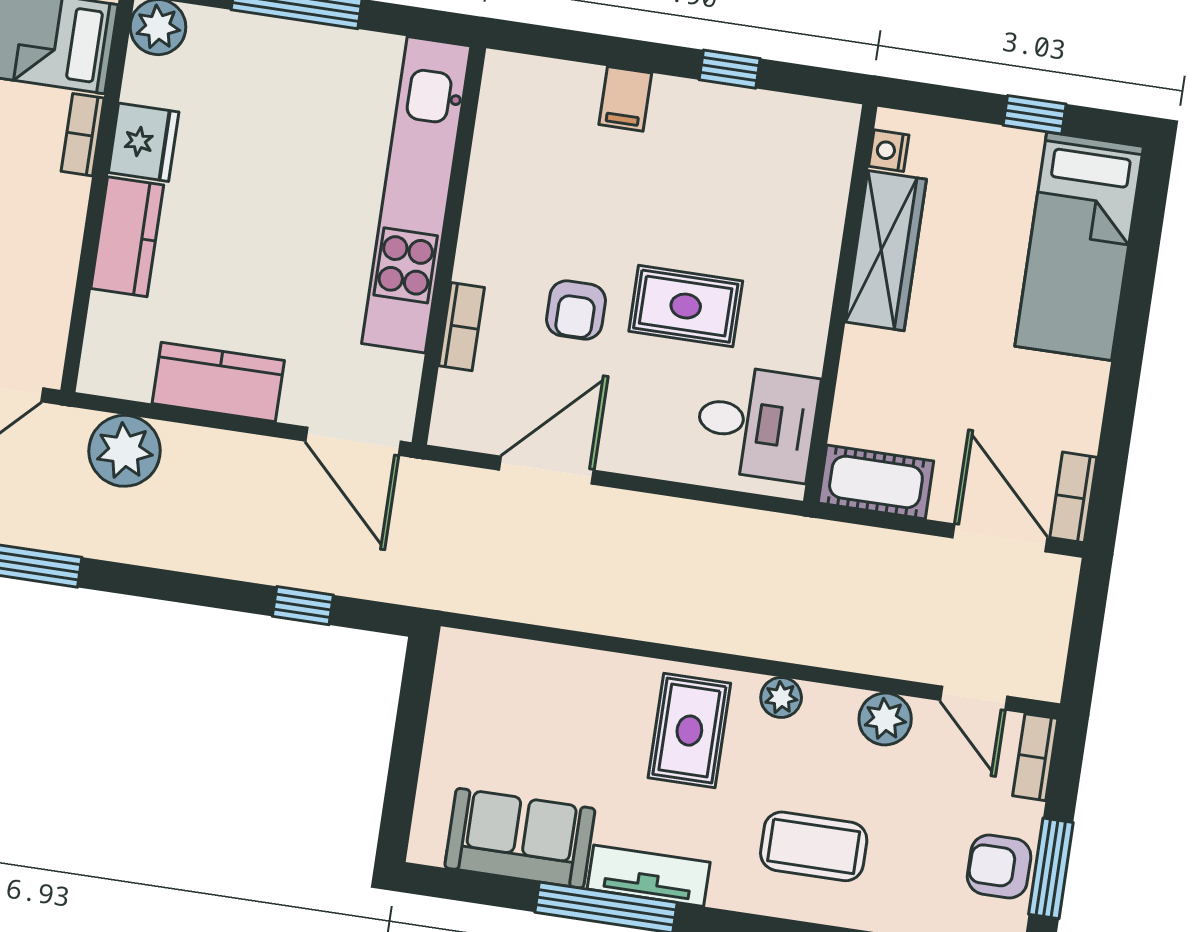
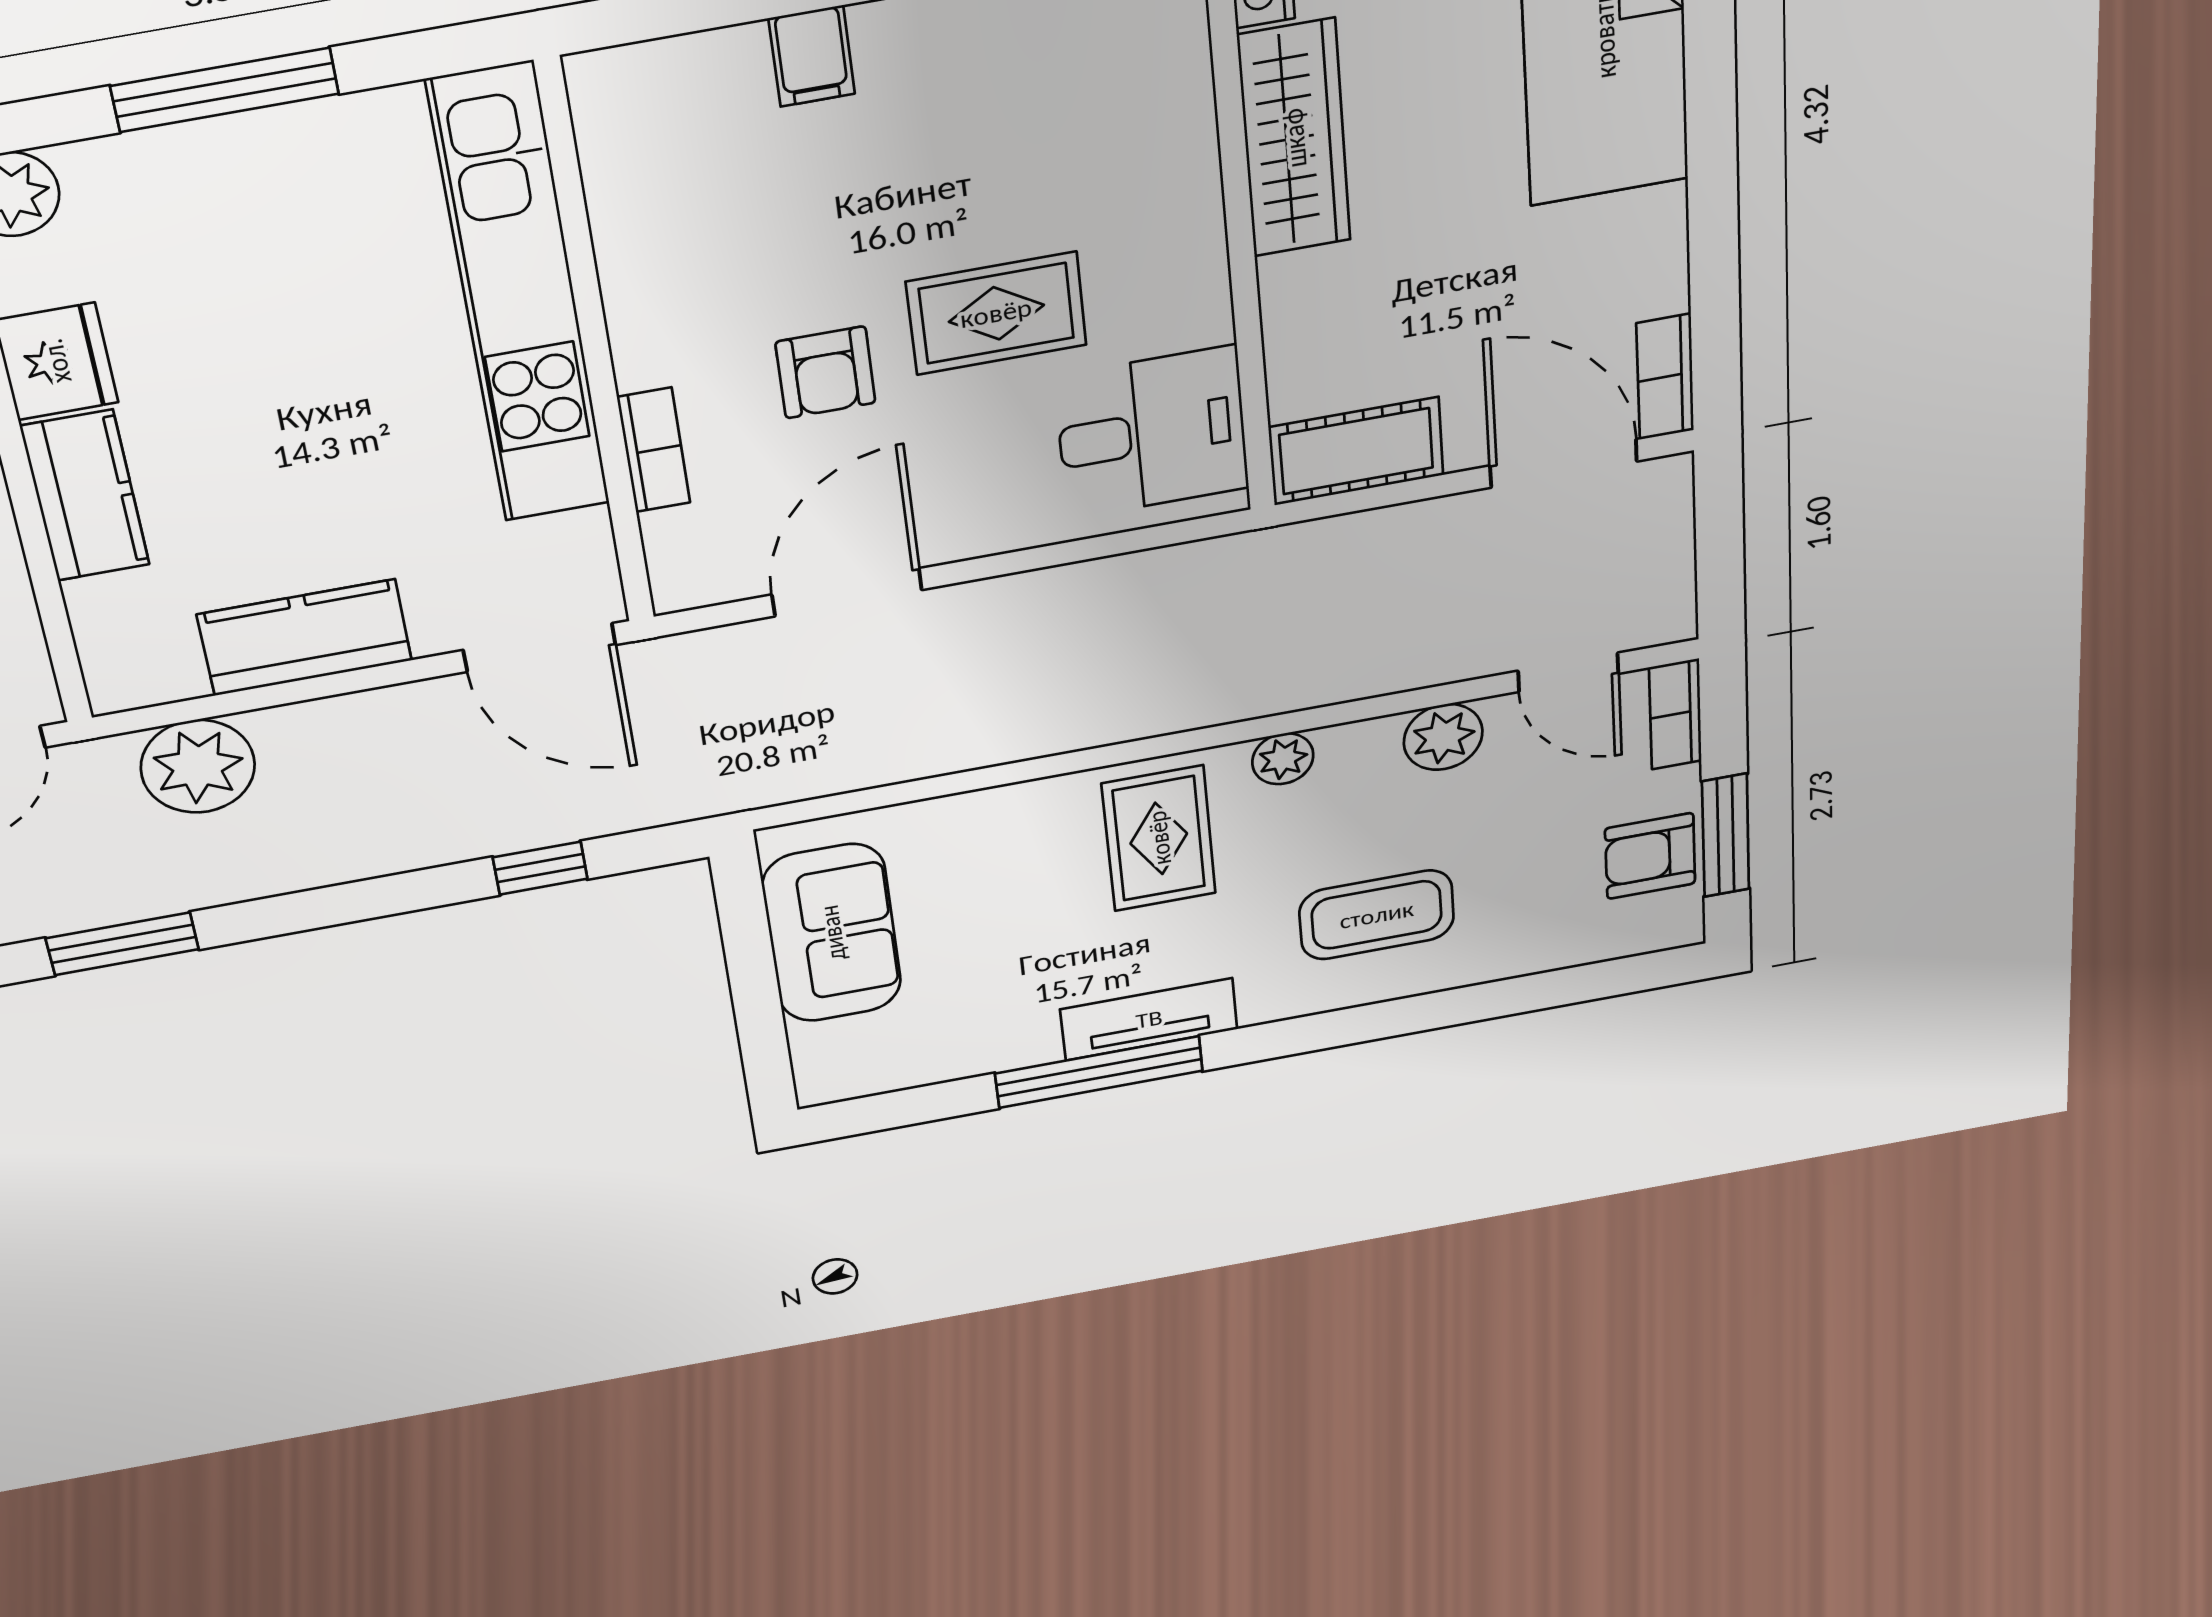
sofa: (520, 838) -> (832, 933), moved, turned 90

